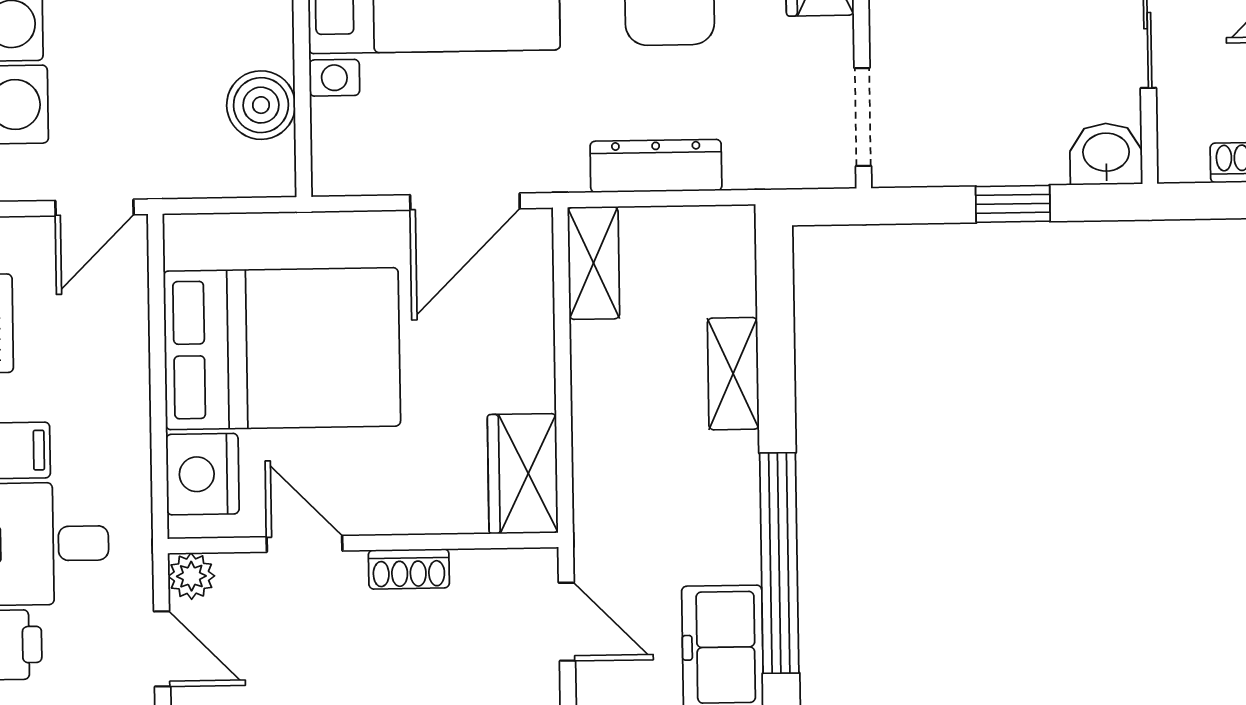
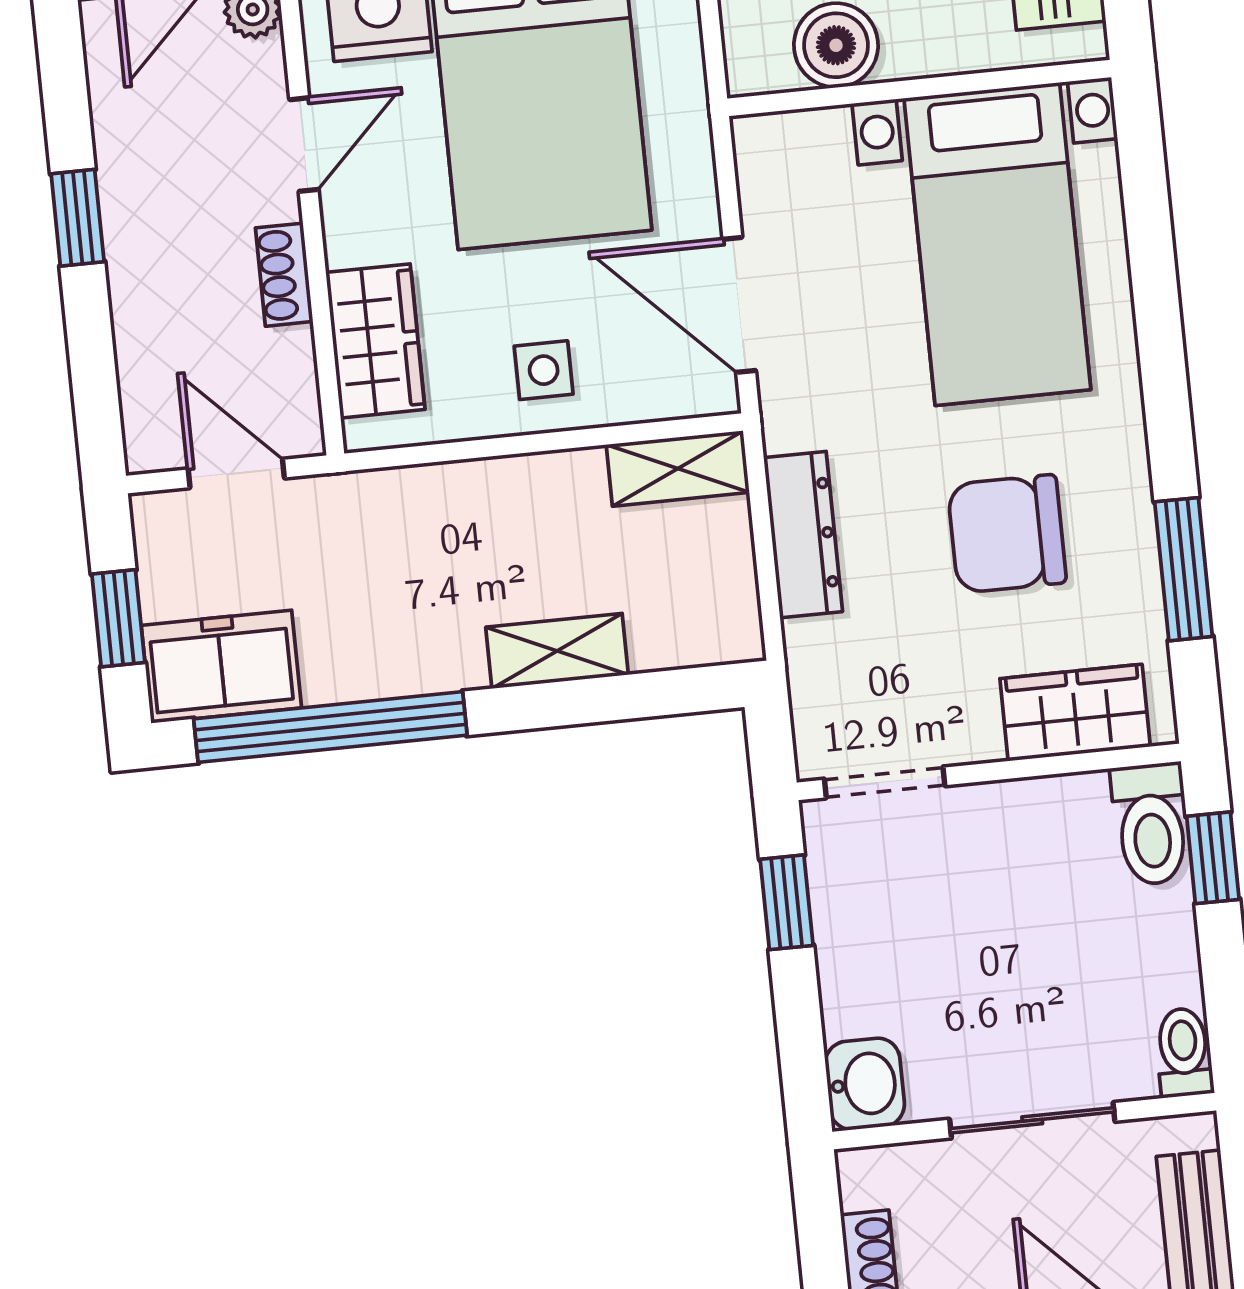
window: (1013, 204) -> (787, 902), moved
side table: (504, 365) -> (544, 370), added
wardrobe: (523, 474) -> (375, 341), moved, turned 90
door: (567, 622) -> (236, 473), swing flipped

